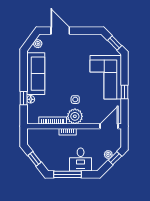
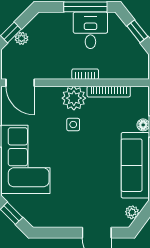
door: (109, 126) -> (20, 83), hinge flipped
desk: (81, 160) -> (90, 30), moved

